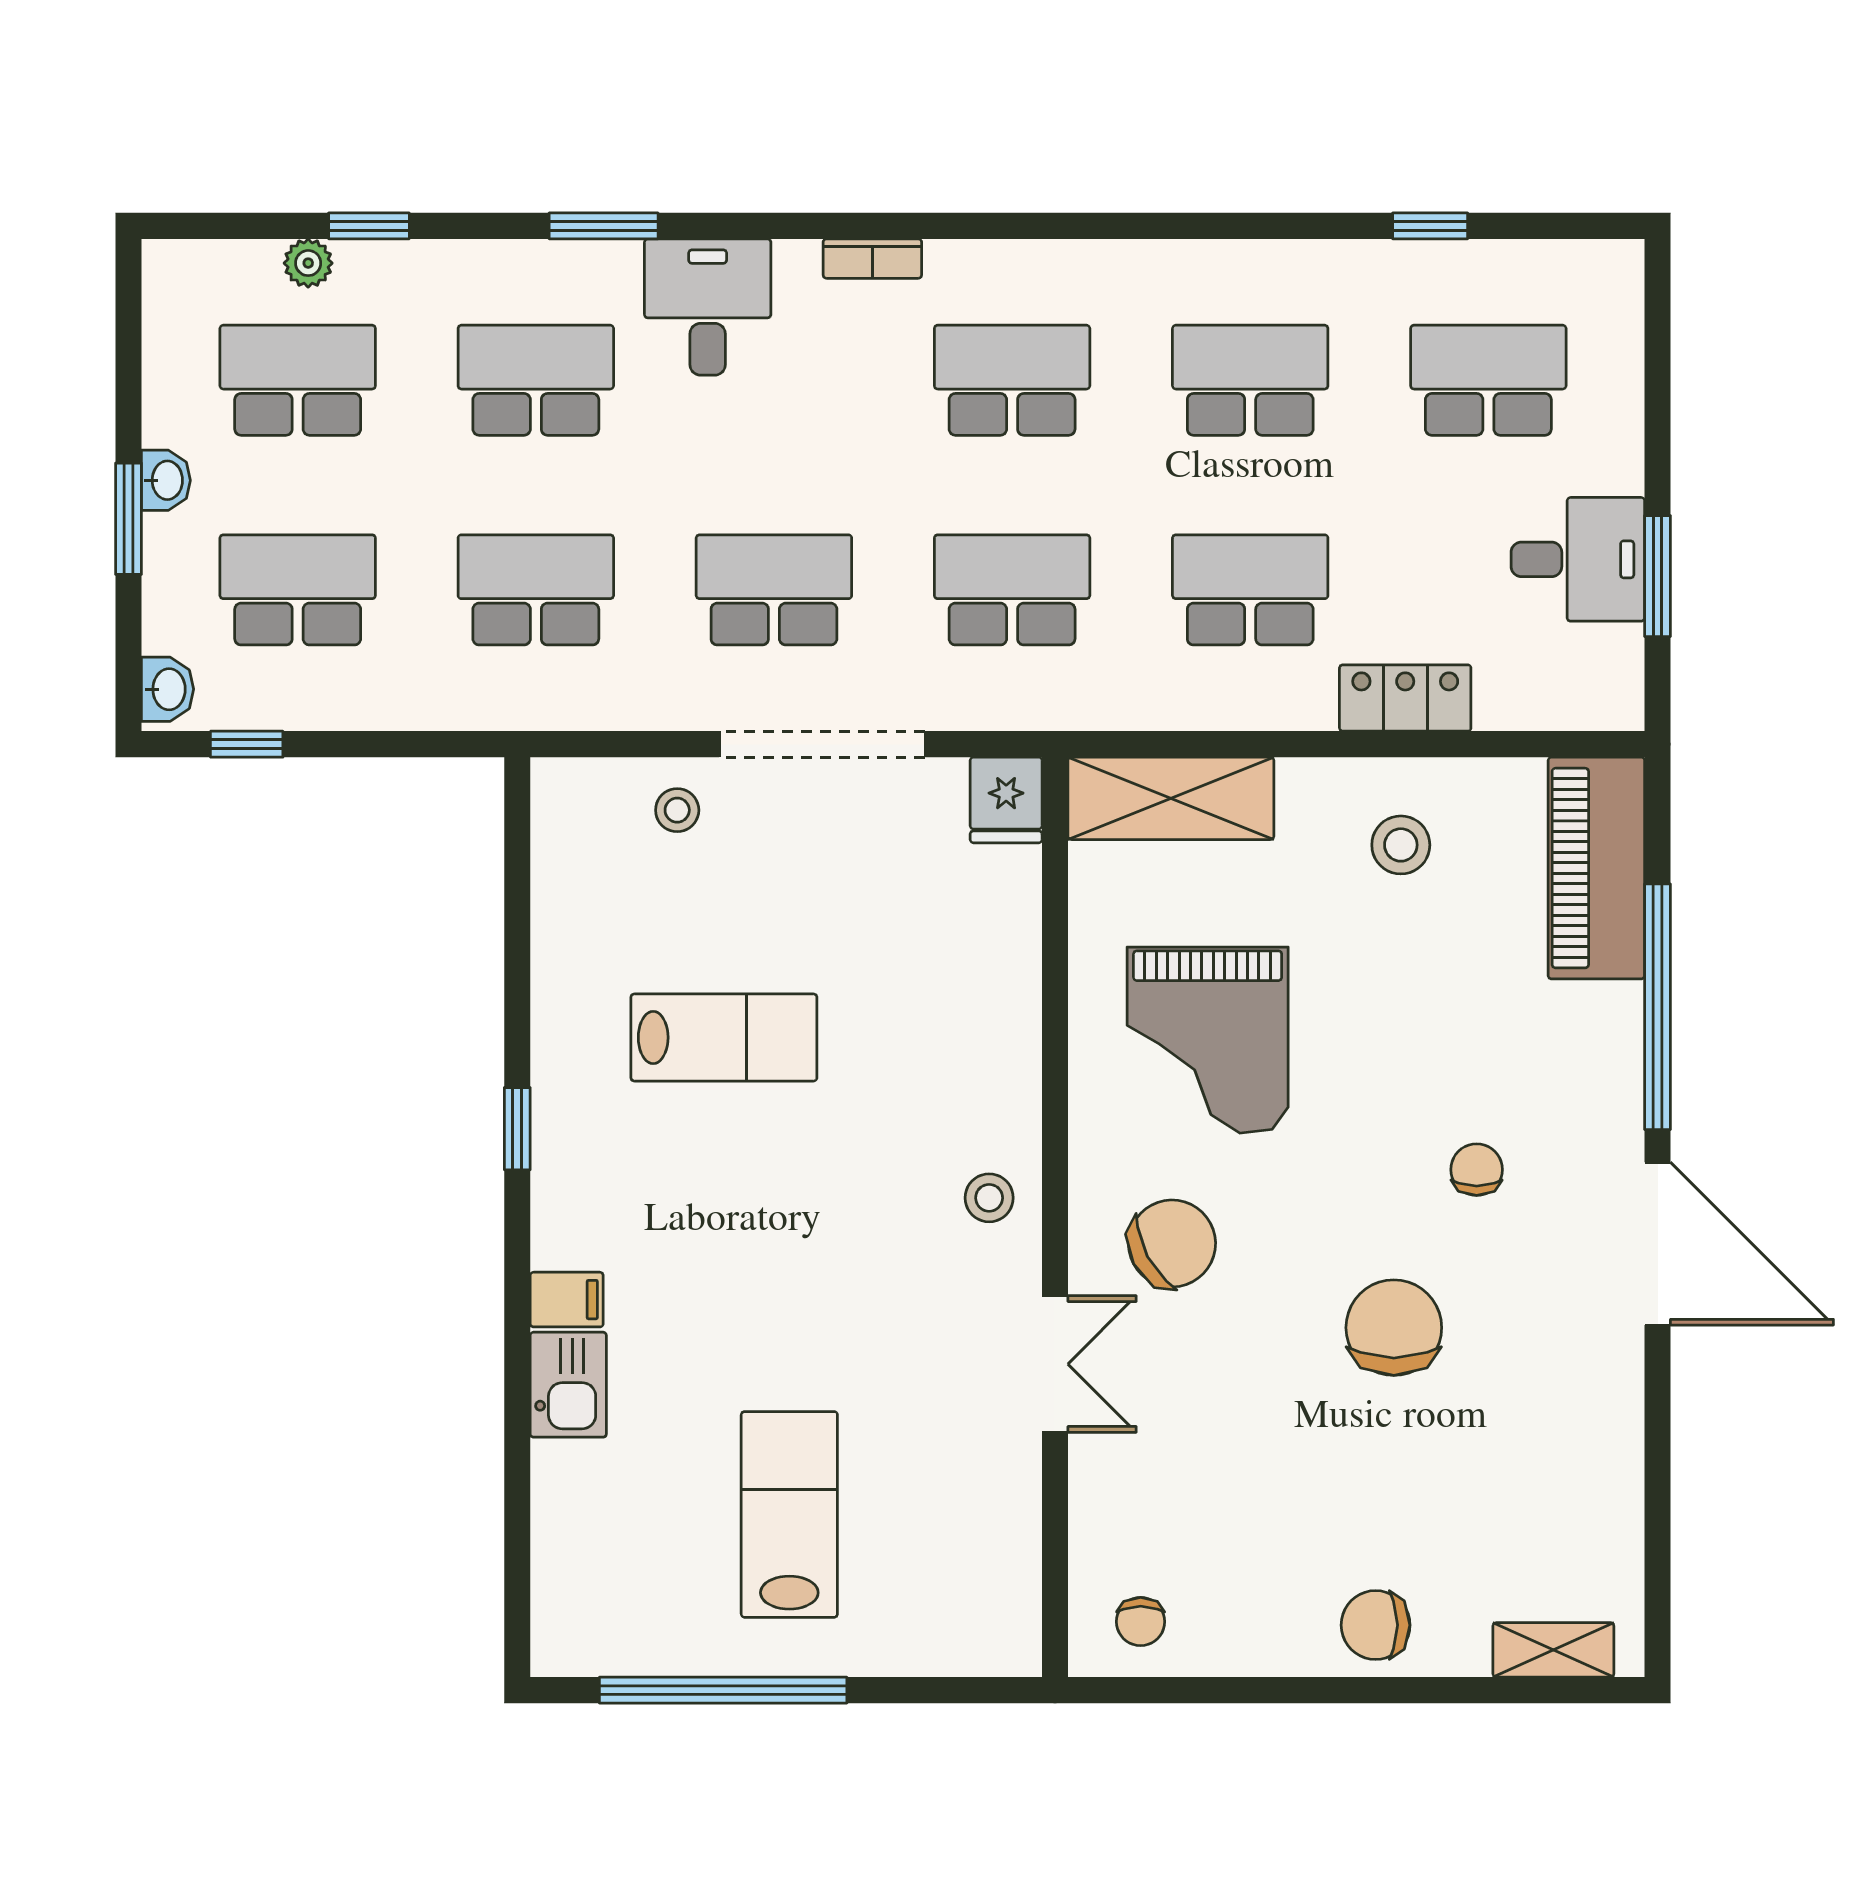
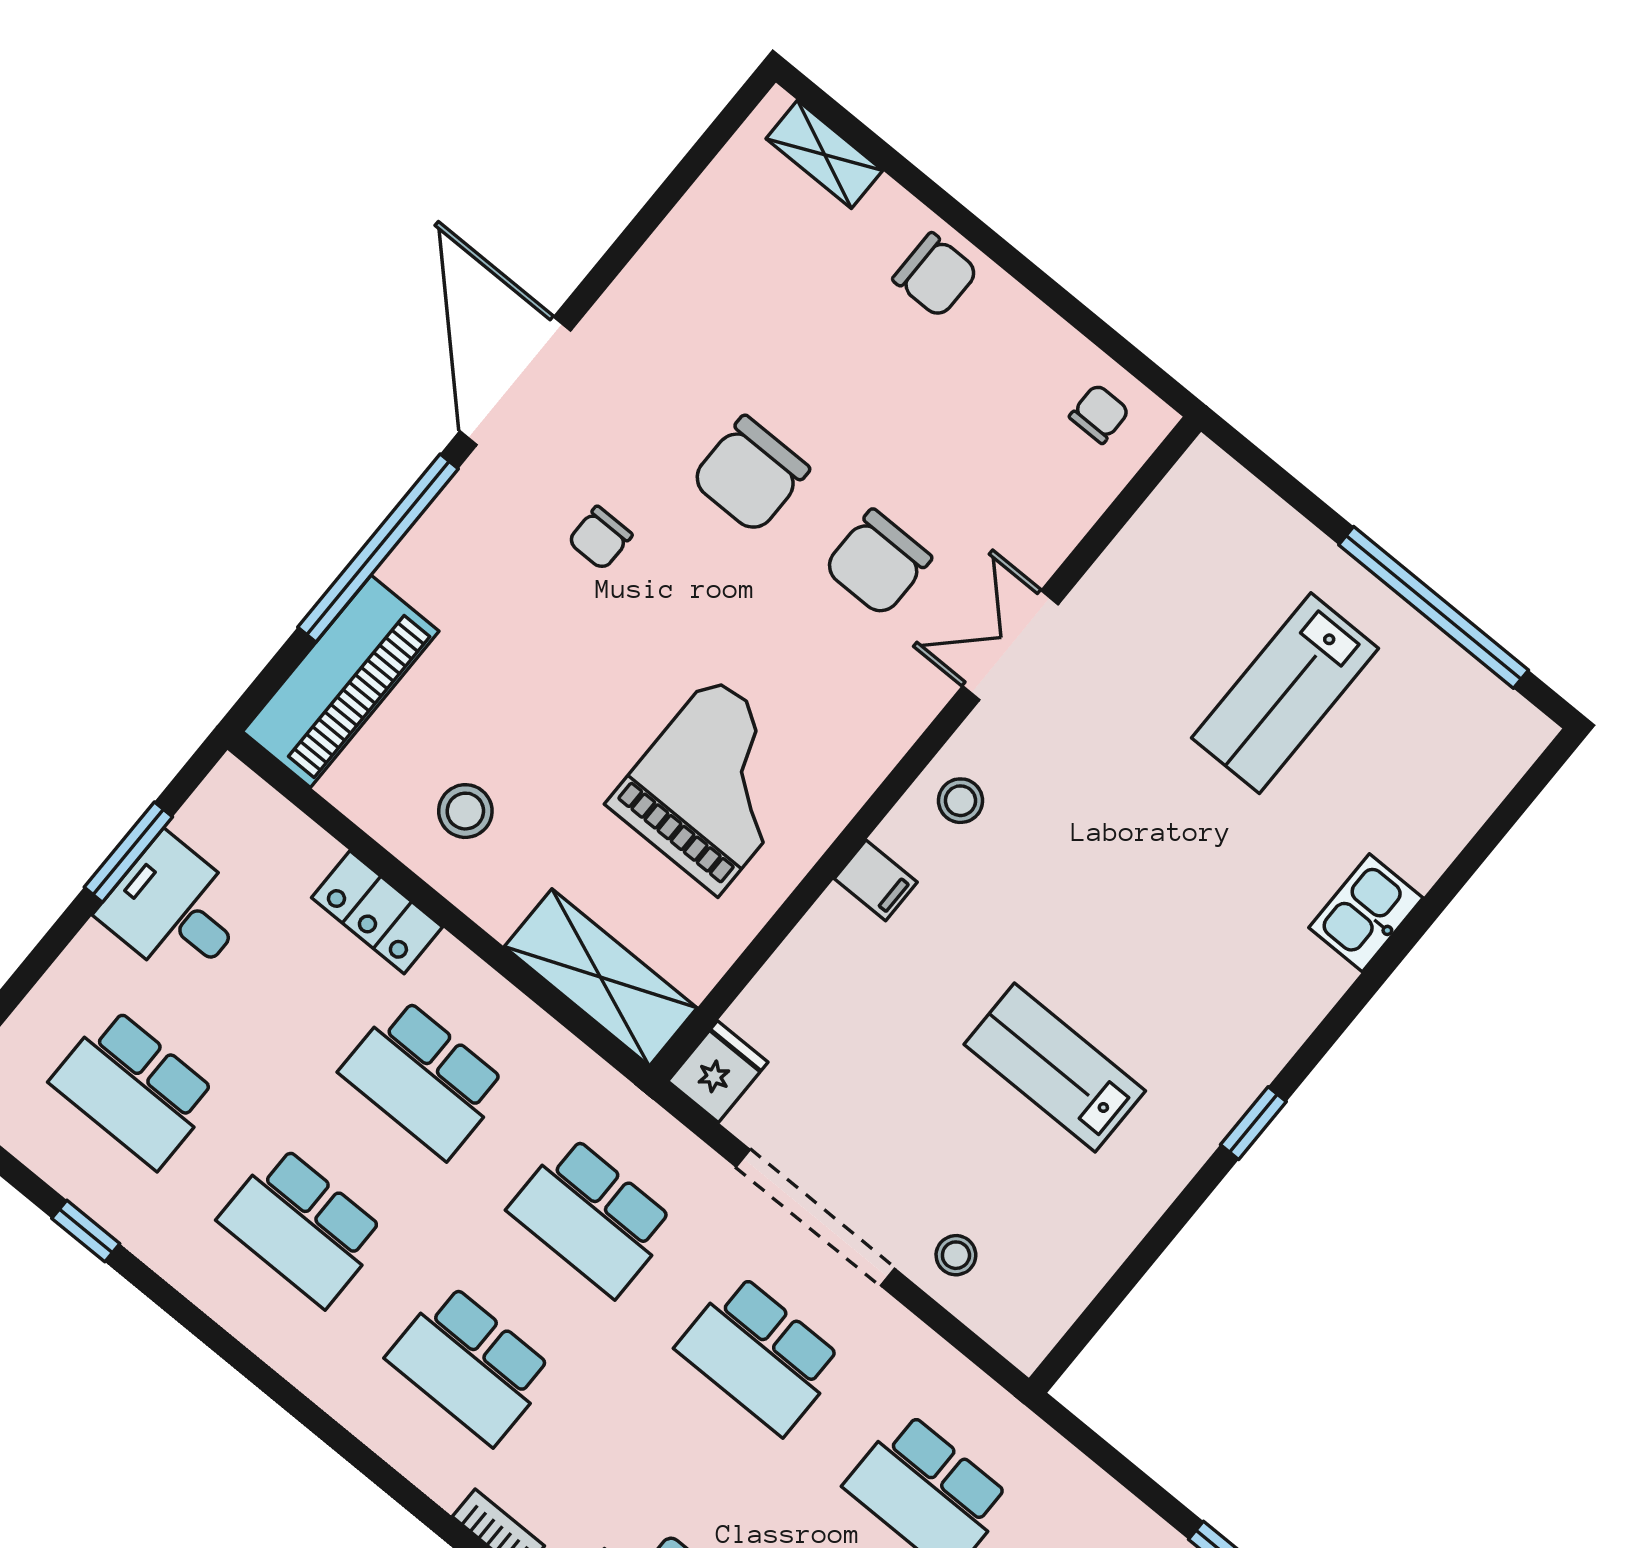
chair: (1172, 1243) -> (878, 563), moved, turned -62
filing cabinet: (567, 1300) -> (876, 880), moved, turned 180

